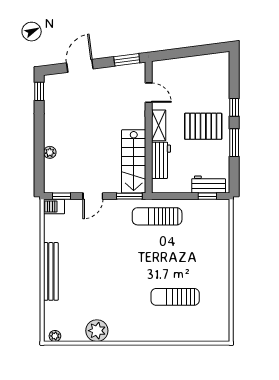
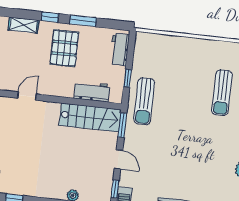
shelving: (159, 125) -> (23, 25), moved
window: (207, 196) -> (128, 78), moved

